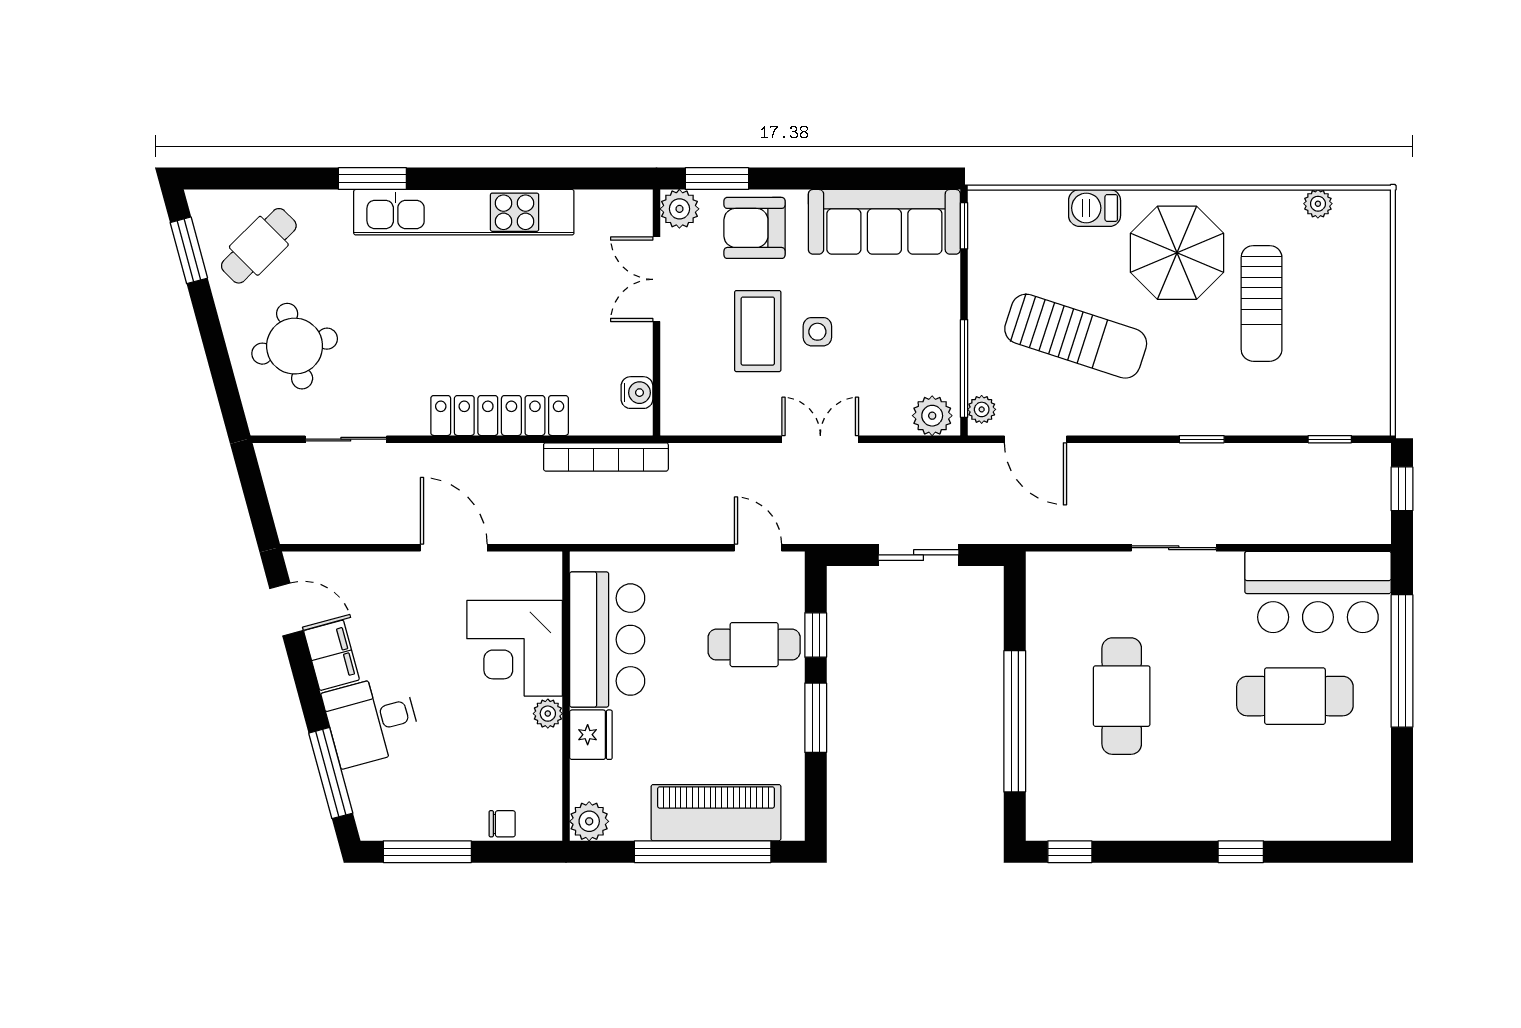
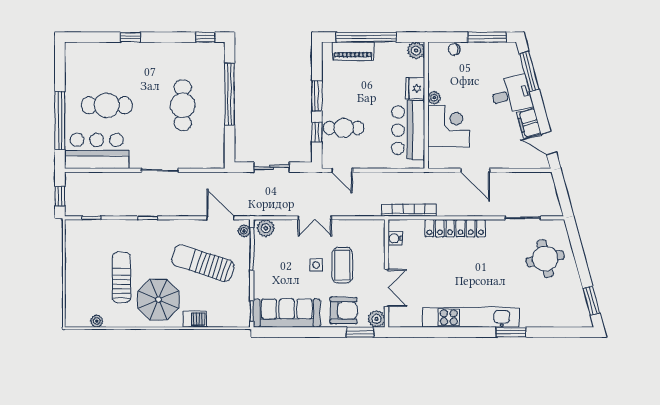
cafe table: (259, 246) -> (561, 303), removed
piano: (716, 813) -> (353, 51), width x0.73, depth x0.75

